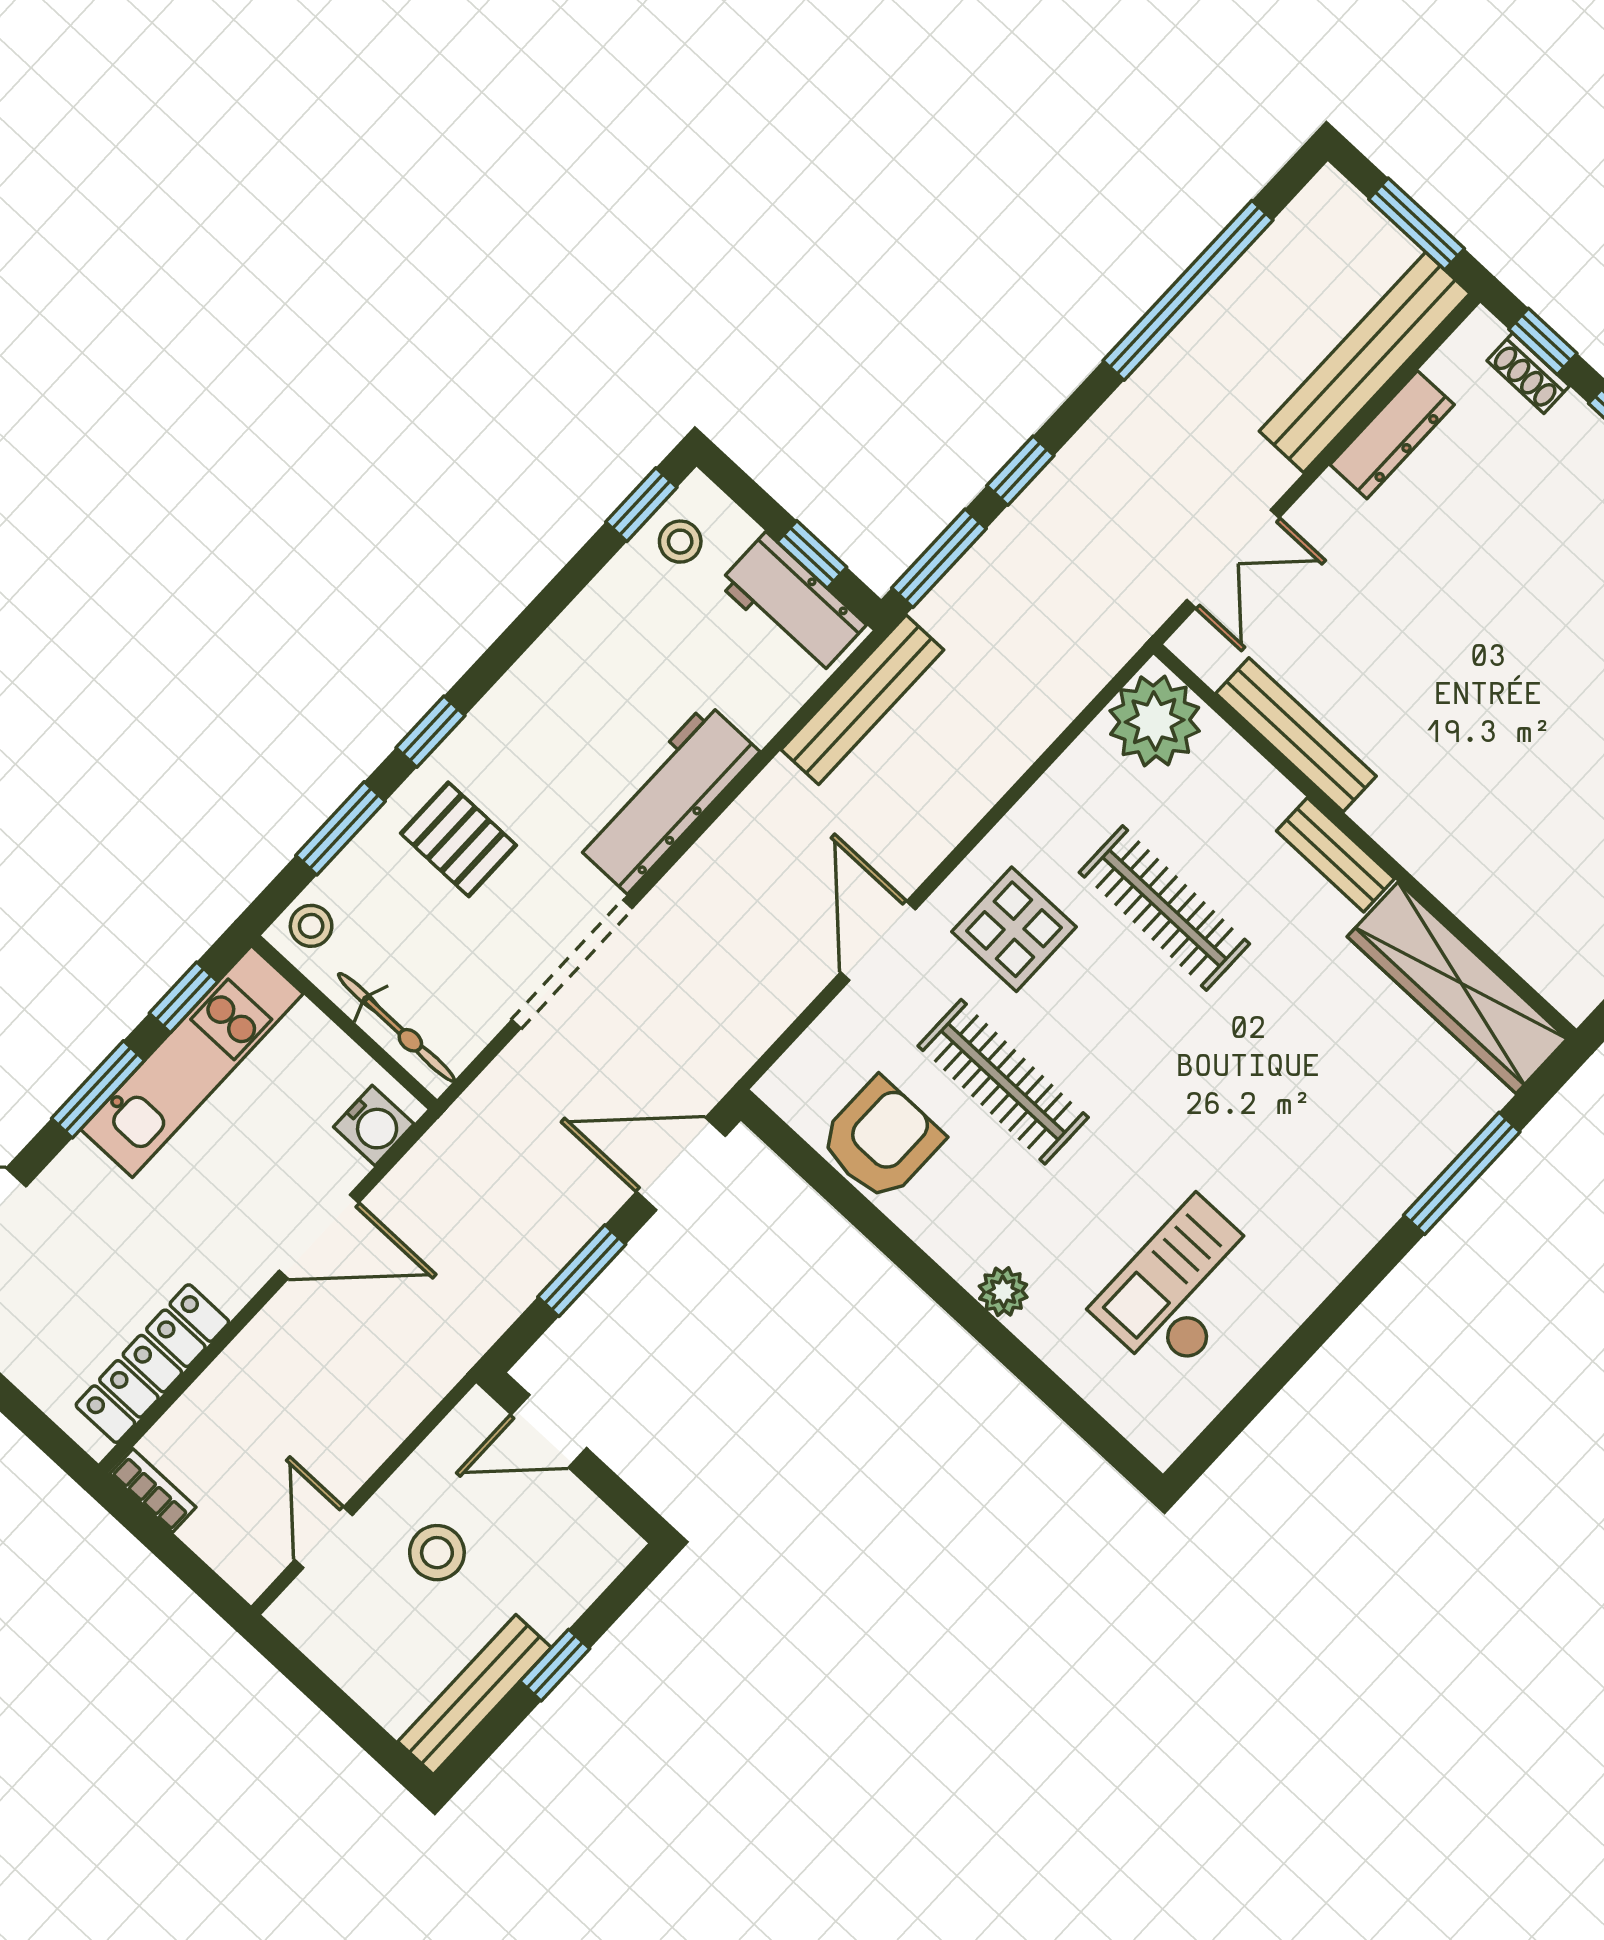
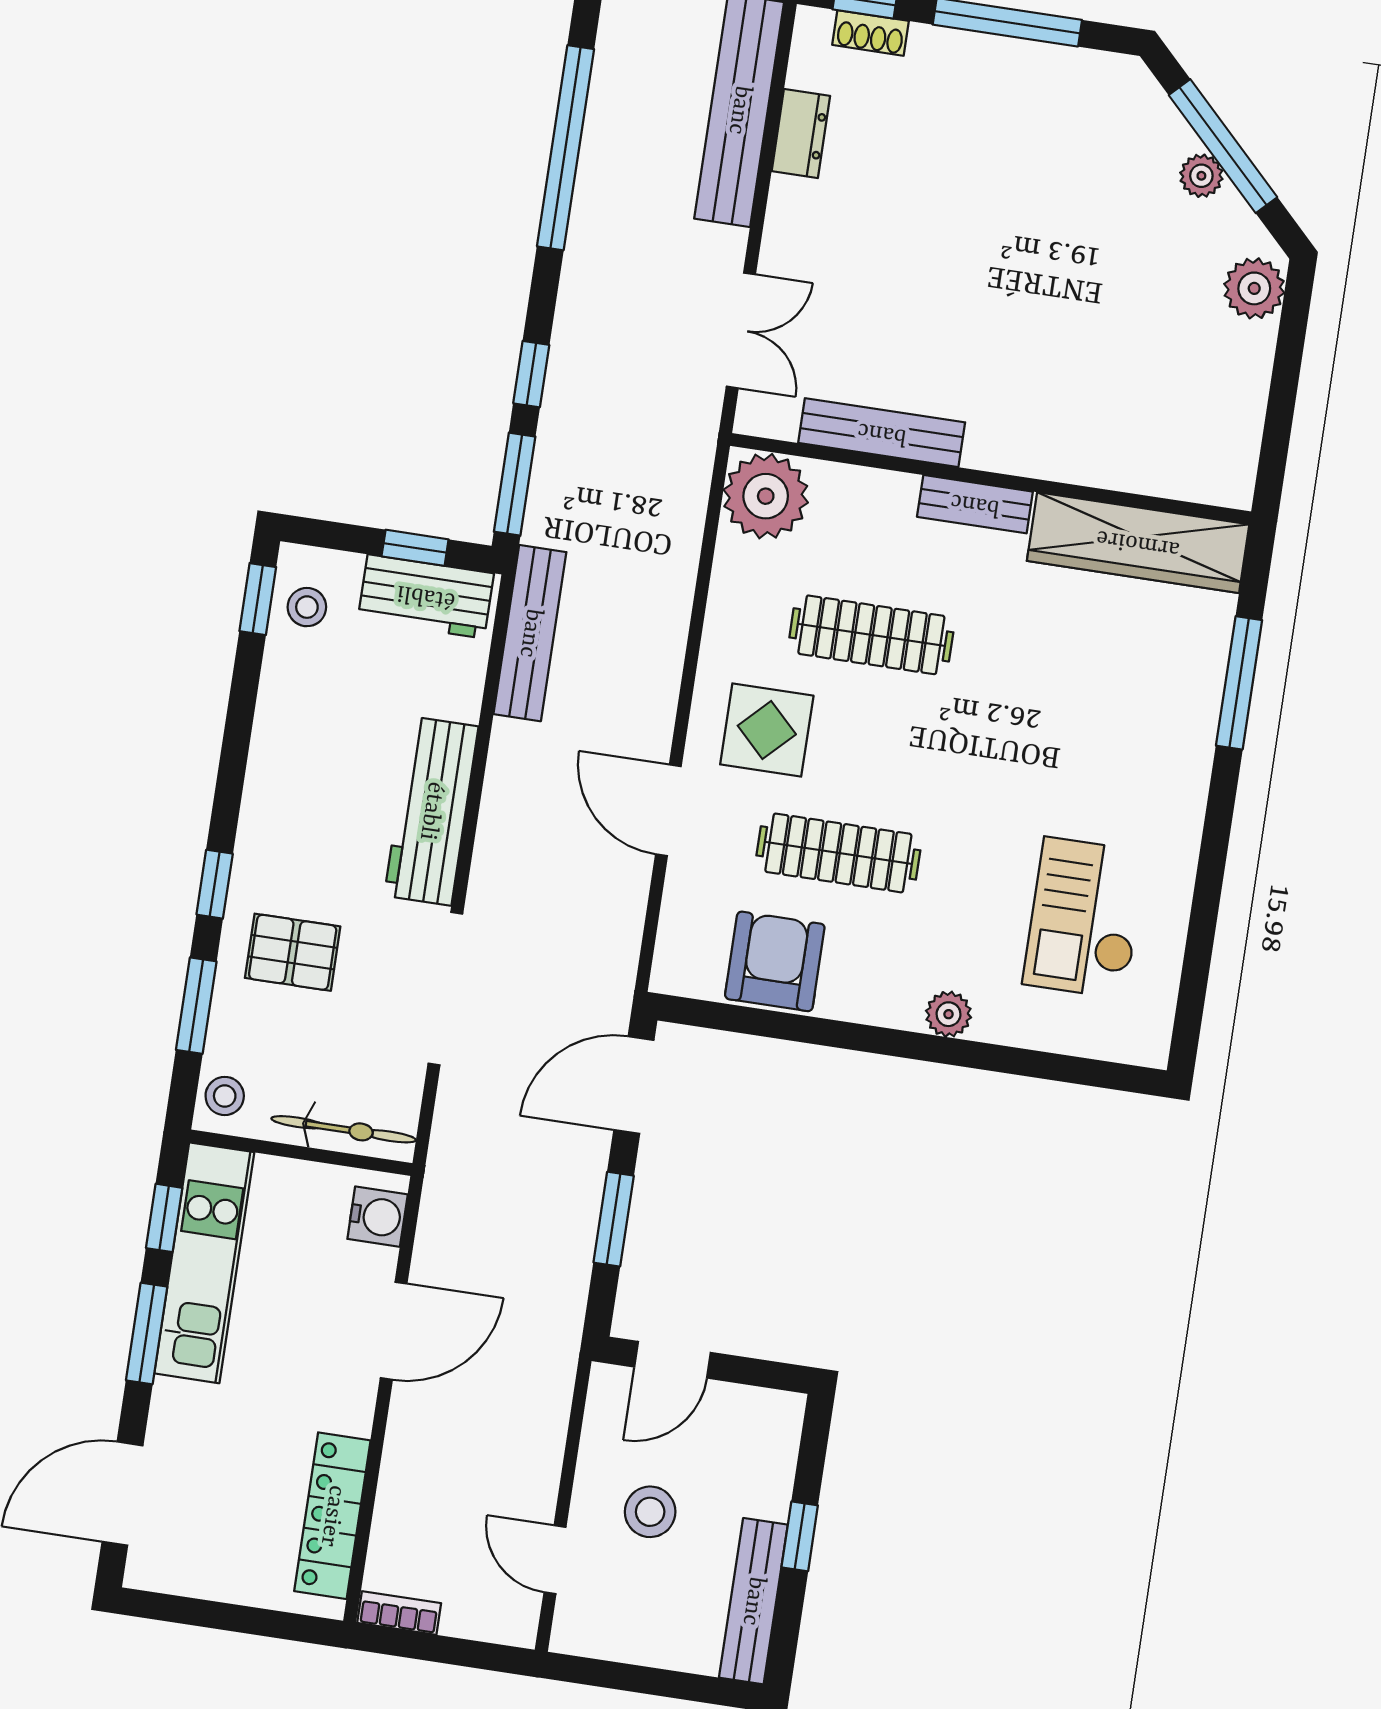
dresser: (1392, 435) -> (801, 134), width x0.70

